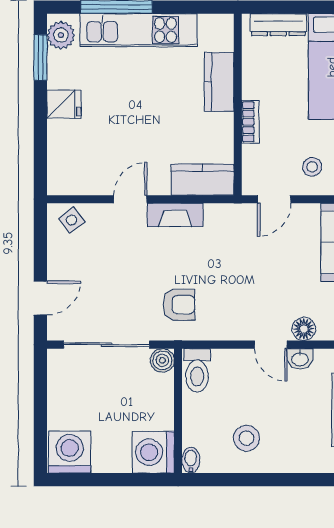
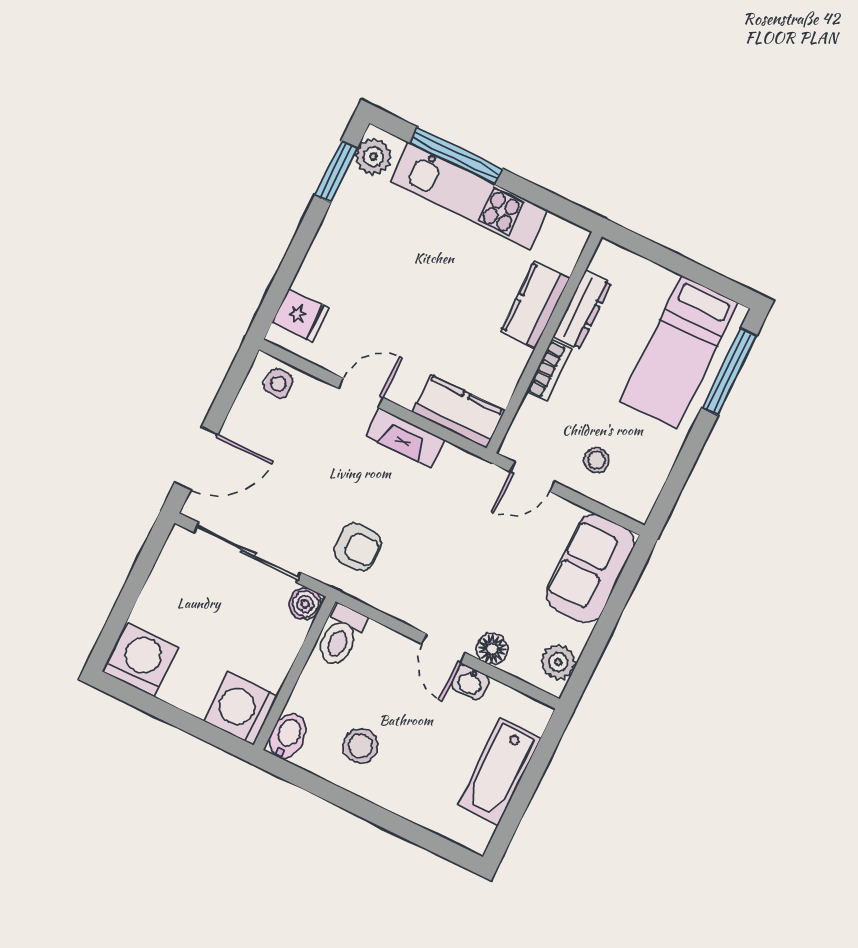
dresser: (278, 25) -> (582, 310), moved, turned -90
fridge: (64, 104) -> (301, 315), moved
side table: (72, 220) -> (278, 384), turned 38
door: (40, 298) -> (196, 458), width x1.38
bidet: (191, 460) -> (288, 736), width x1.38, depth x1.36

